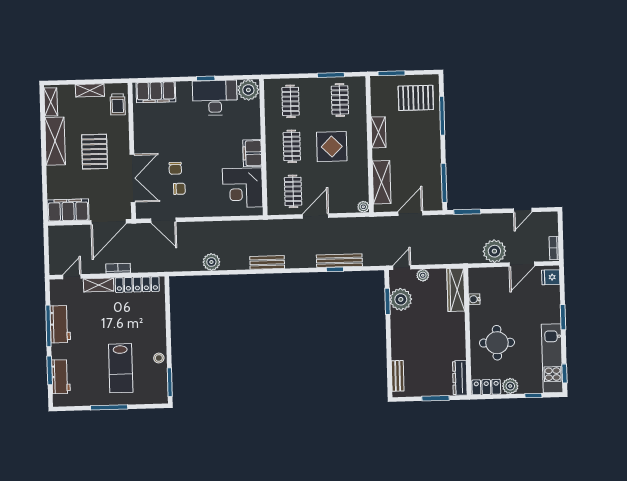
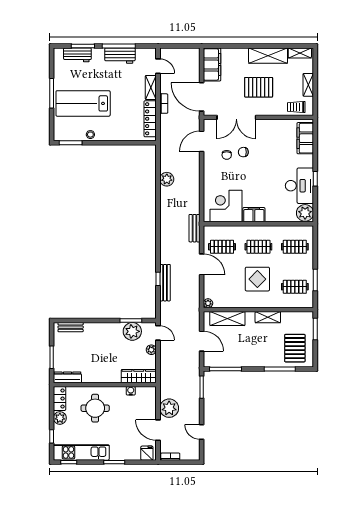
bench: (267, 262) -> (194, 228), moved
lab bench: (121, 368) -> (83, 103), width x1.36, depth x1.39

